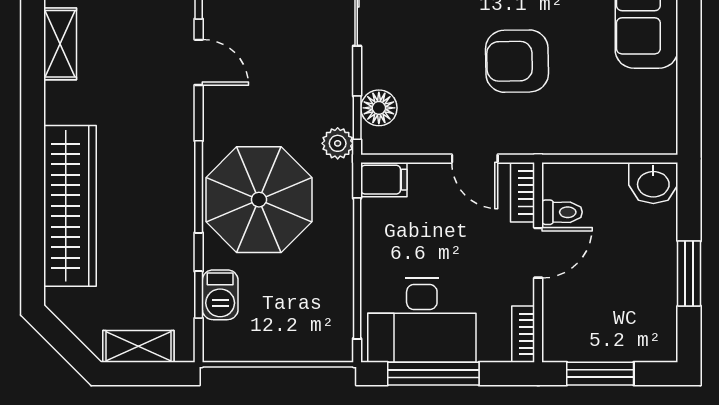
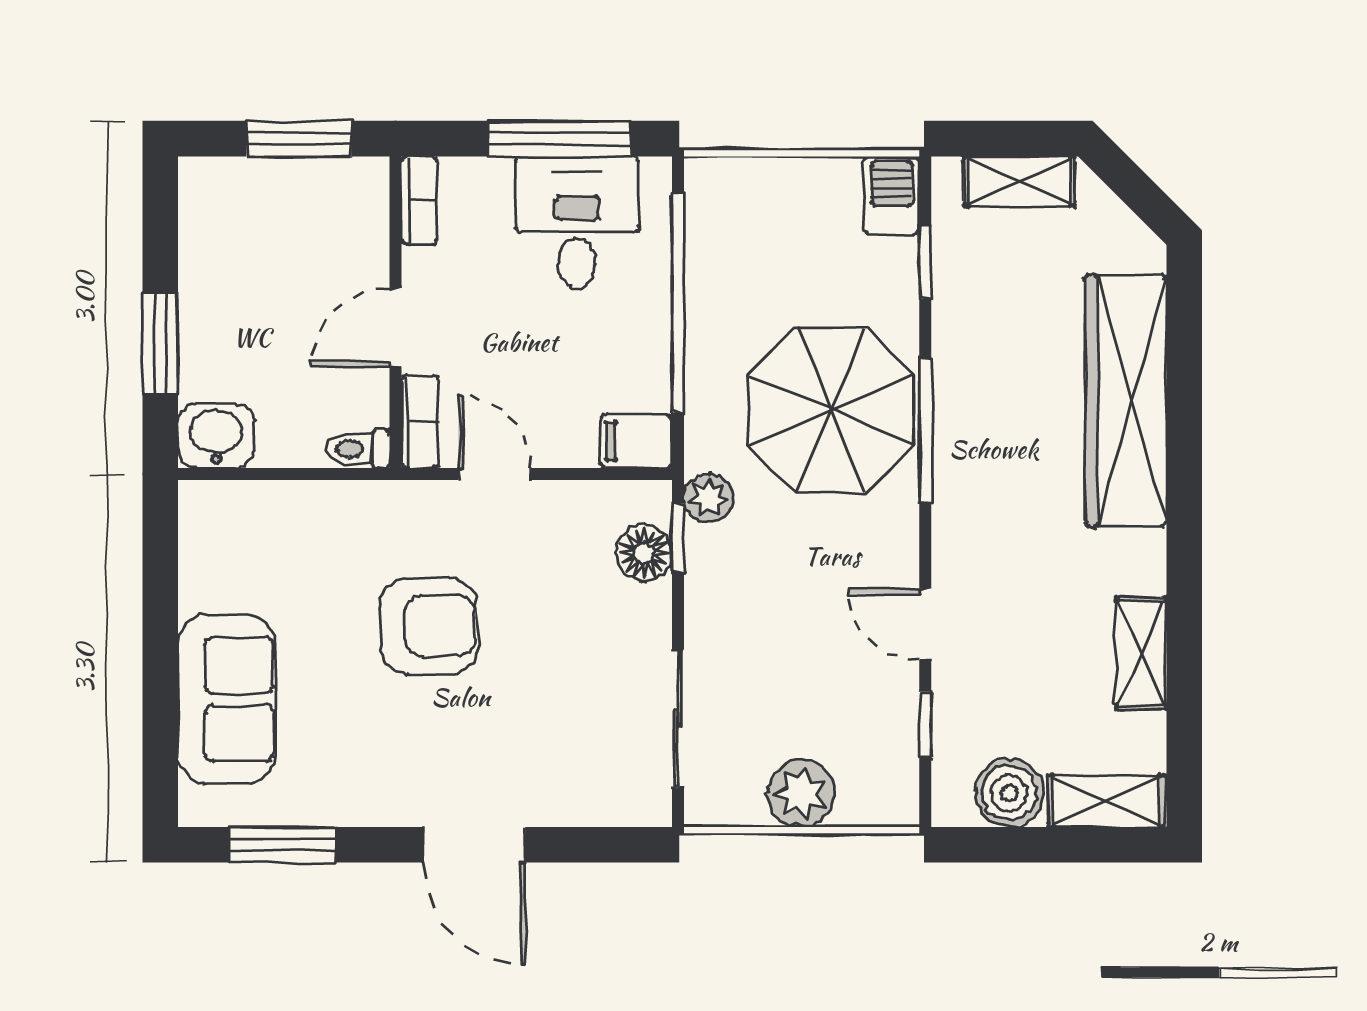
toilet: (562, 212) -> (358, 449), moved
window: (689, 274) -> (160, 344), moved
barbecue: (220, 295) -> (892, 195), moved
desk: (422, 320) -> (577, 222), width x0.73

